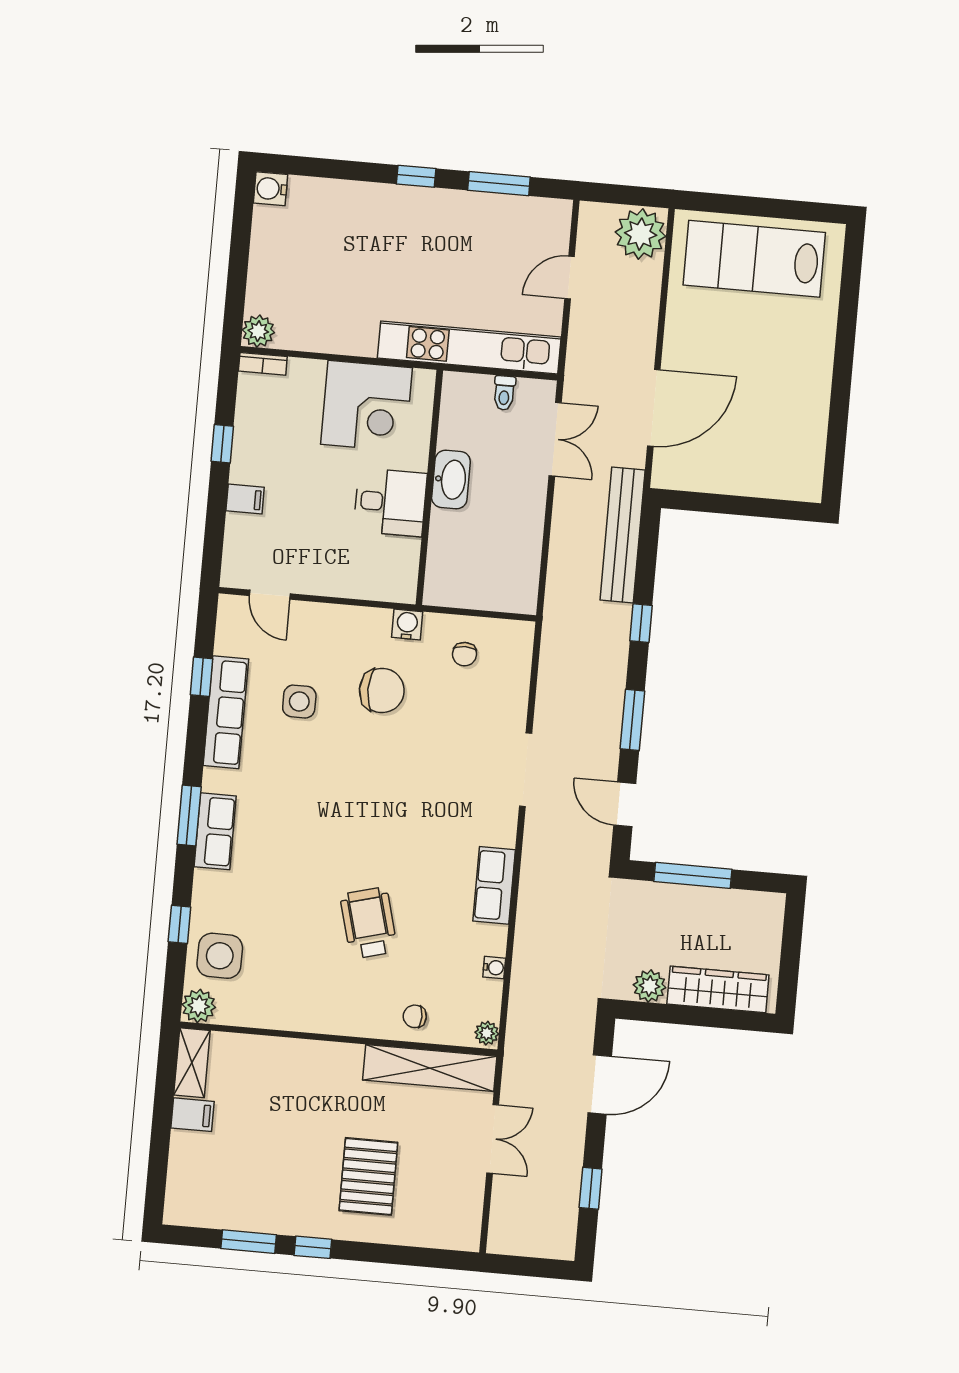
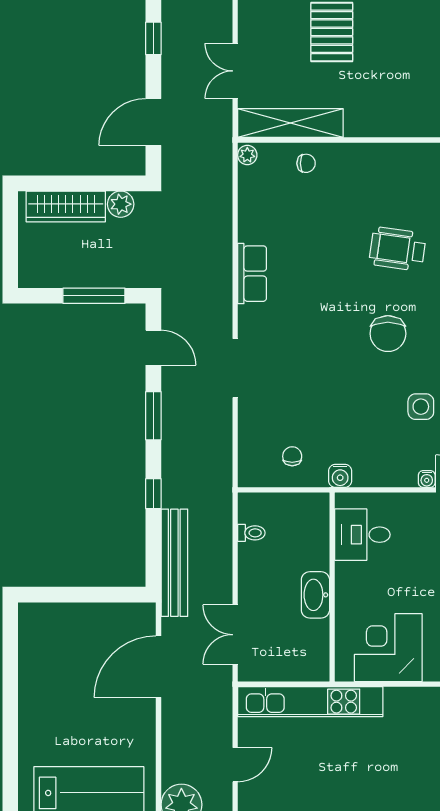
toilet: (504, 393) -> (251, 533), moved, turned 90
desk: (390, 502) -> (362, 535), moved
chair: (382, 690) -> (388, 334), moved, turned -90
wheelchair: (369, 923) -> (398, 249), moved, turned 113
water cooler: (494, 968) -> (427, 479), moved, turned -90

